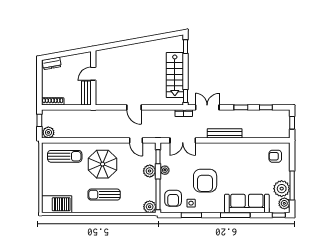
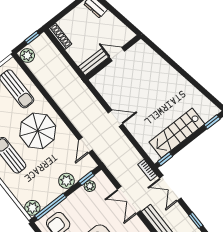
door: (134, 107) -> (115, 118), swing flipped
double door: (207, 107) -> (170, 188), swing flipped
double door: (183, 140) -> (129, 200), moved
plant: (165, 170) -> (90, 186), moved

